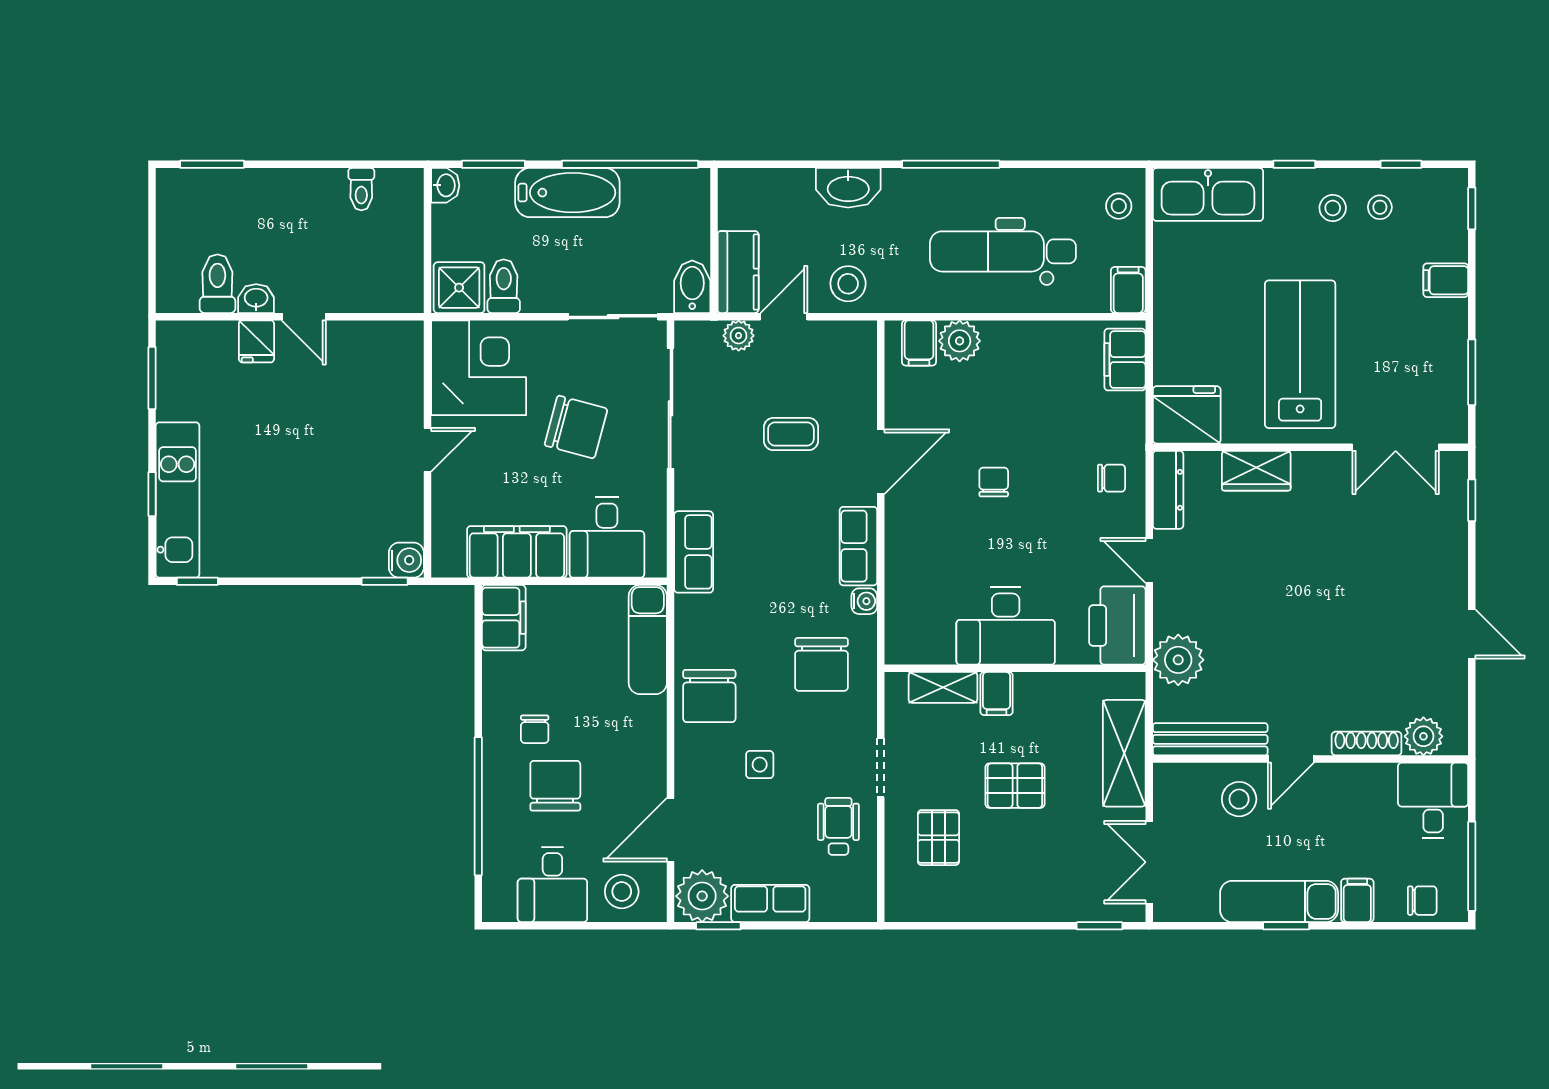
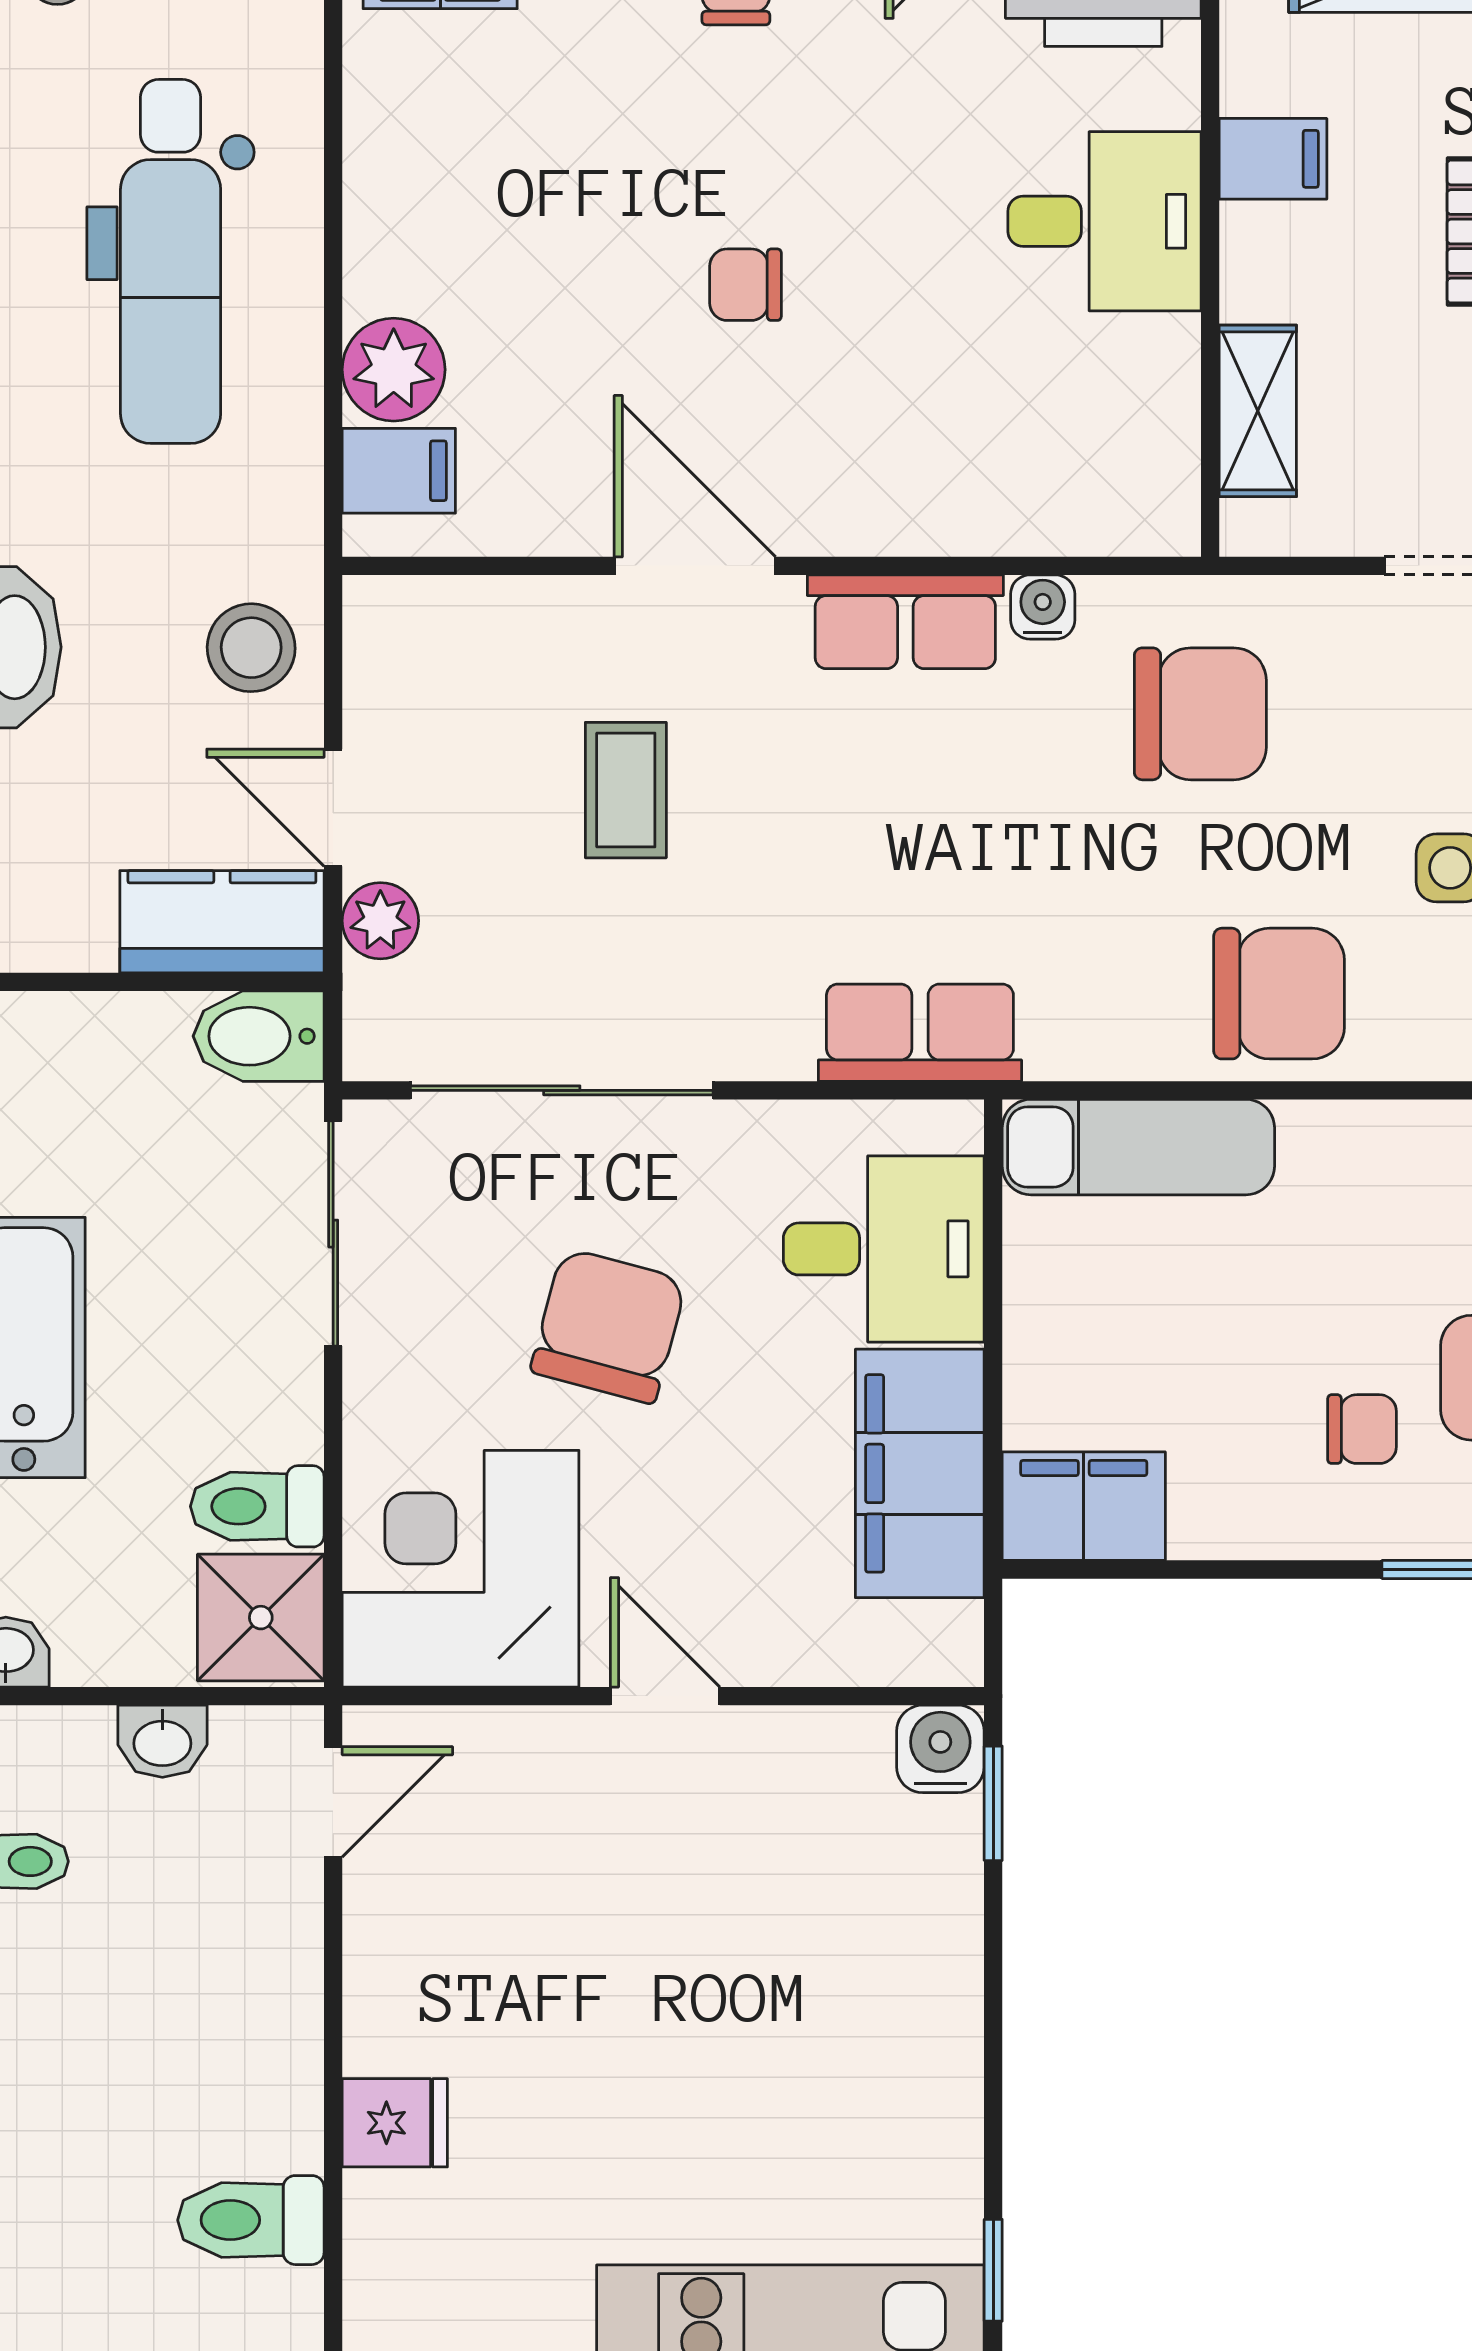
washbasin: (256, 299) -> (162, 1741), moved, turned -90
door: (304, 317) -> (333, 1802), moved
desk: (1006, 626) -> (1105, 221), width x0.73
filing cabinet: (996, 694) -> (1273, 159), moved

